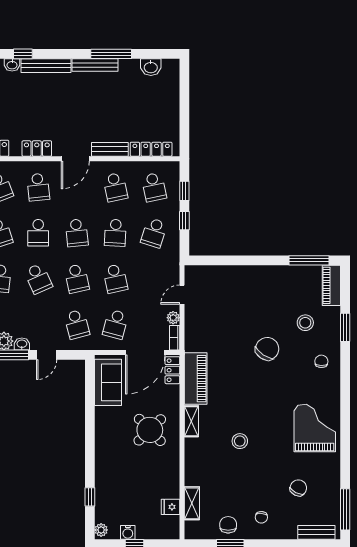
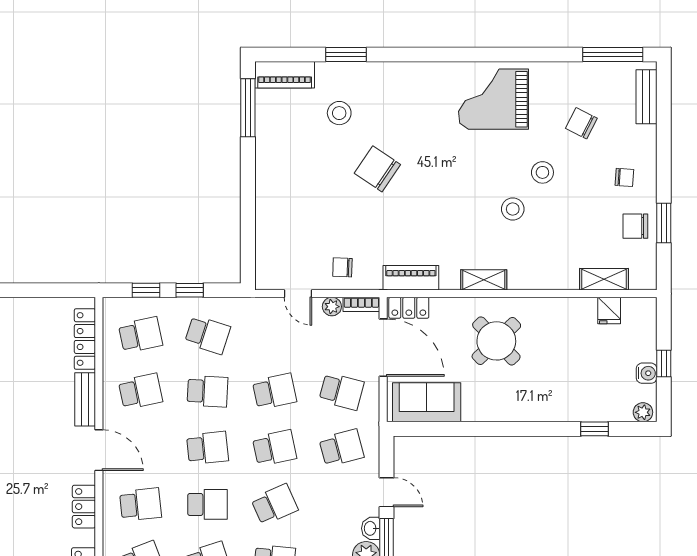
chair: (321, 361) -> (342, 267), moved
piano: (196, 379) -> (411, 278), width x0.73, depth x0.75
stool: (265, 461) -> (542, 172), added

